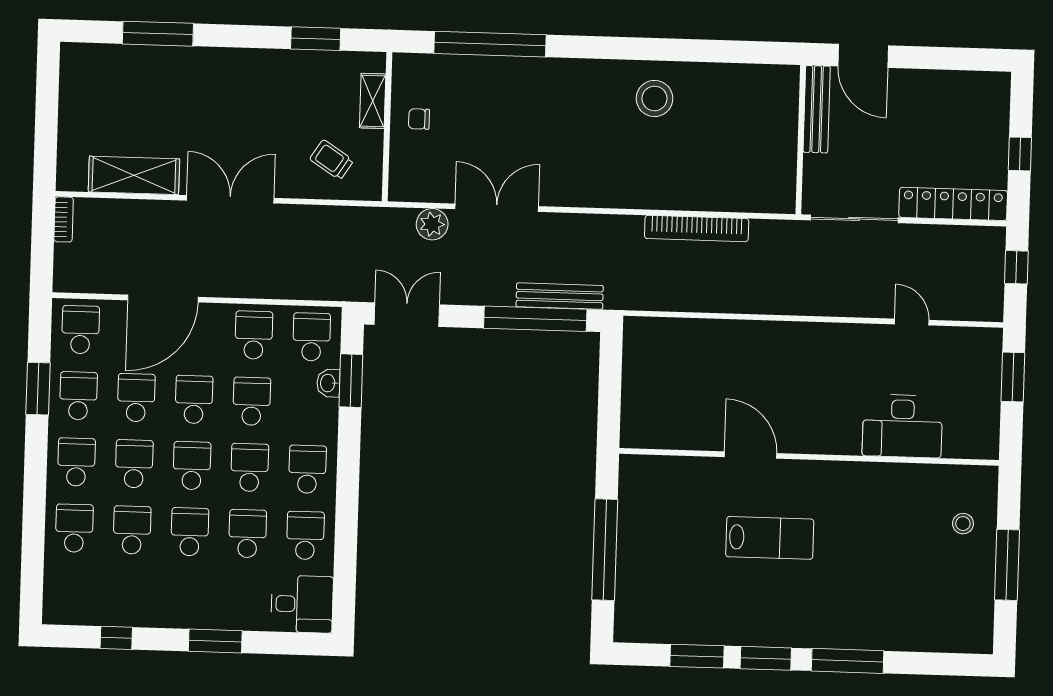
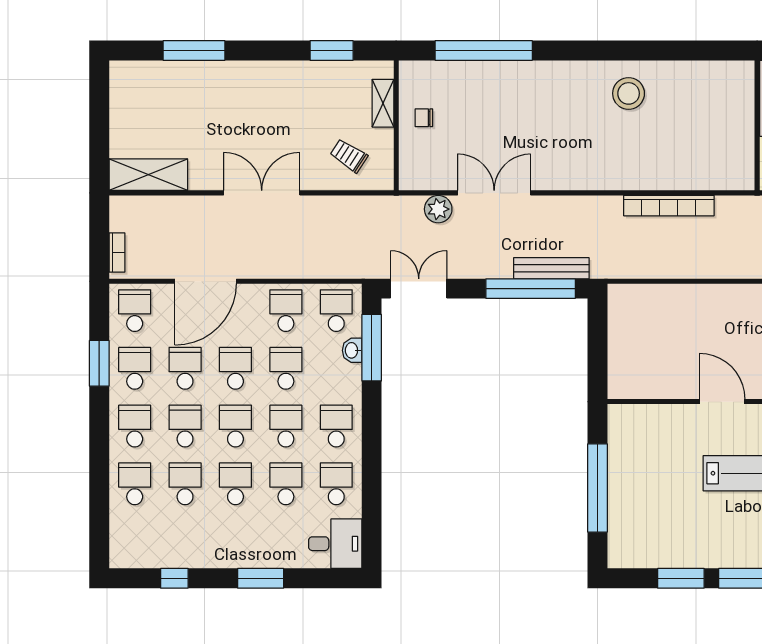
shelving: (134, 175) -> (148, 175), moved
bookcase: (64, 219) -> (117, 253), moved
window: (351, 381) -> (372, 348), width x1.44

